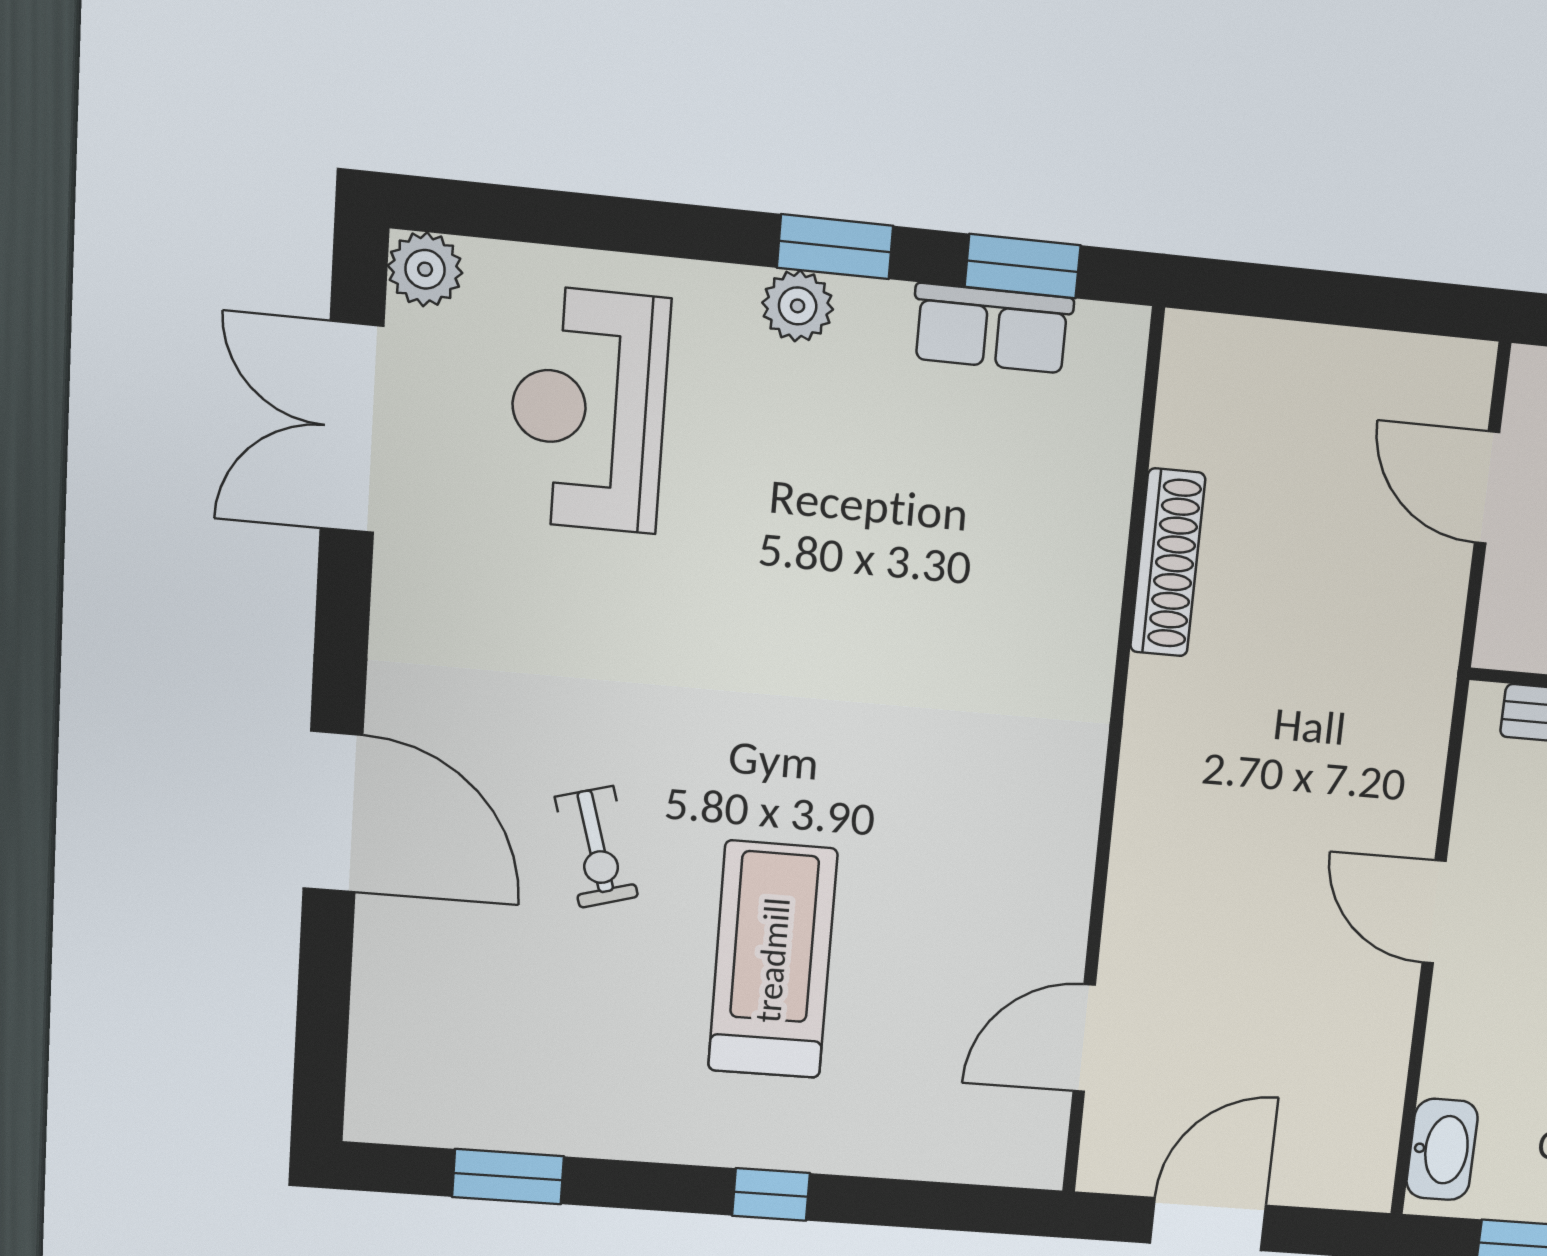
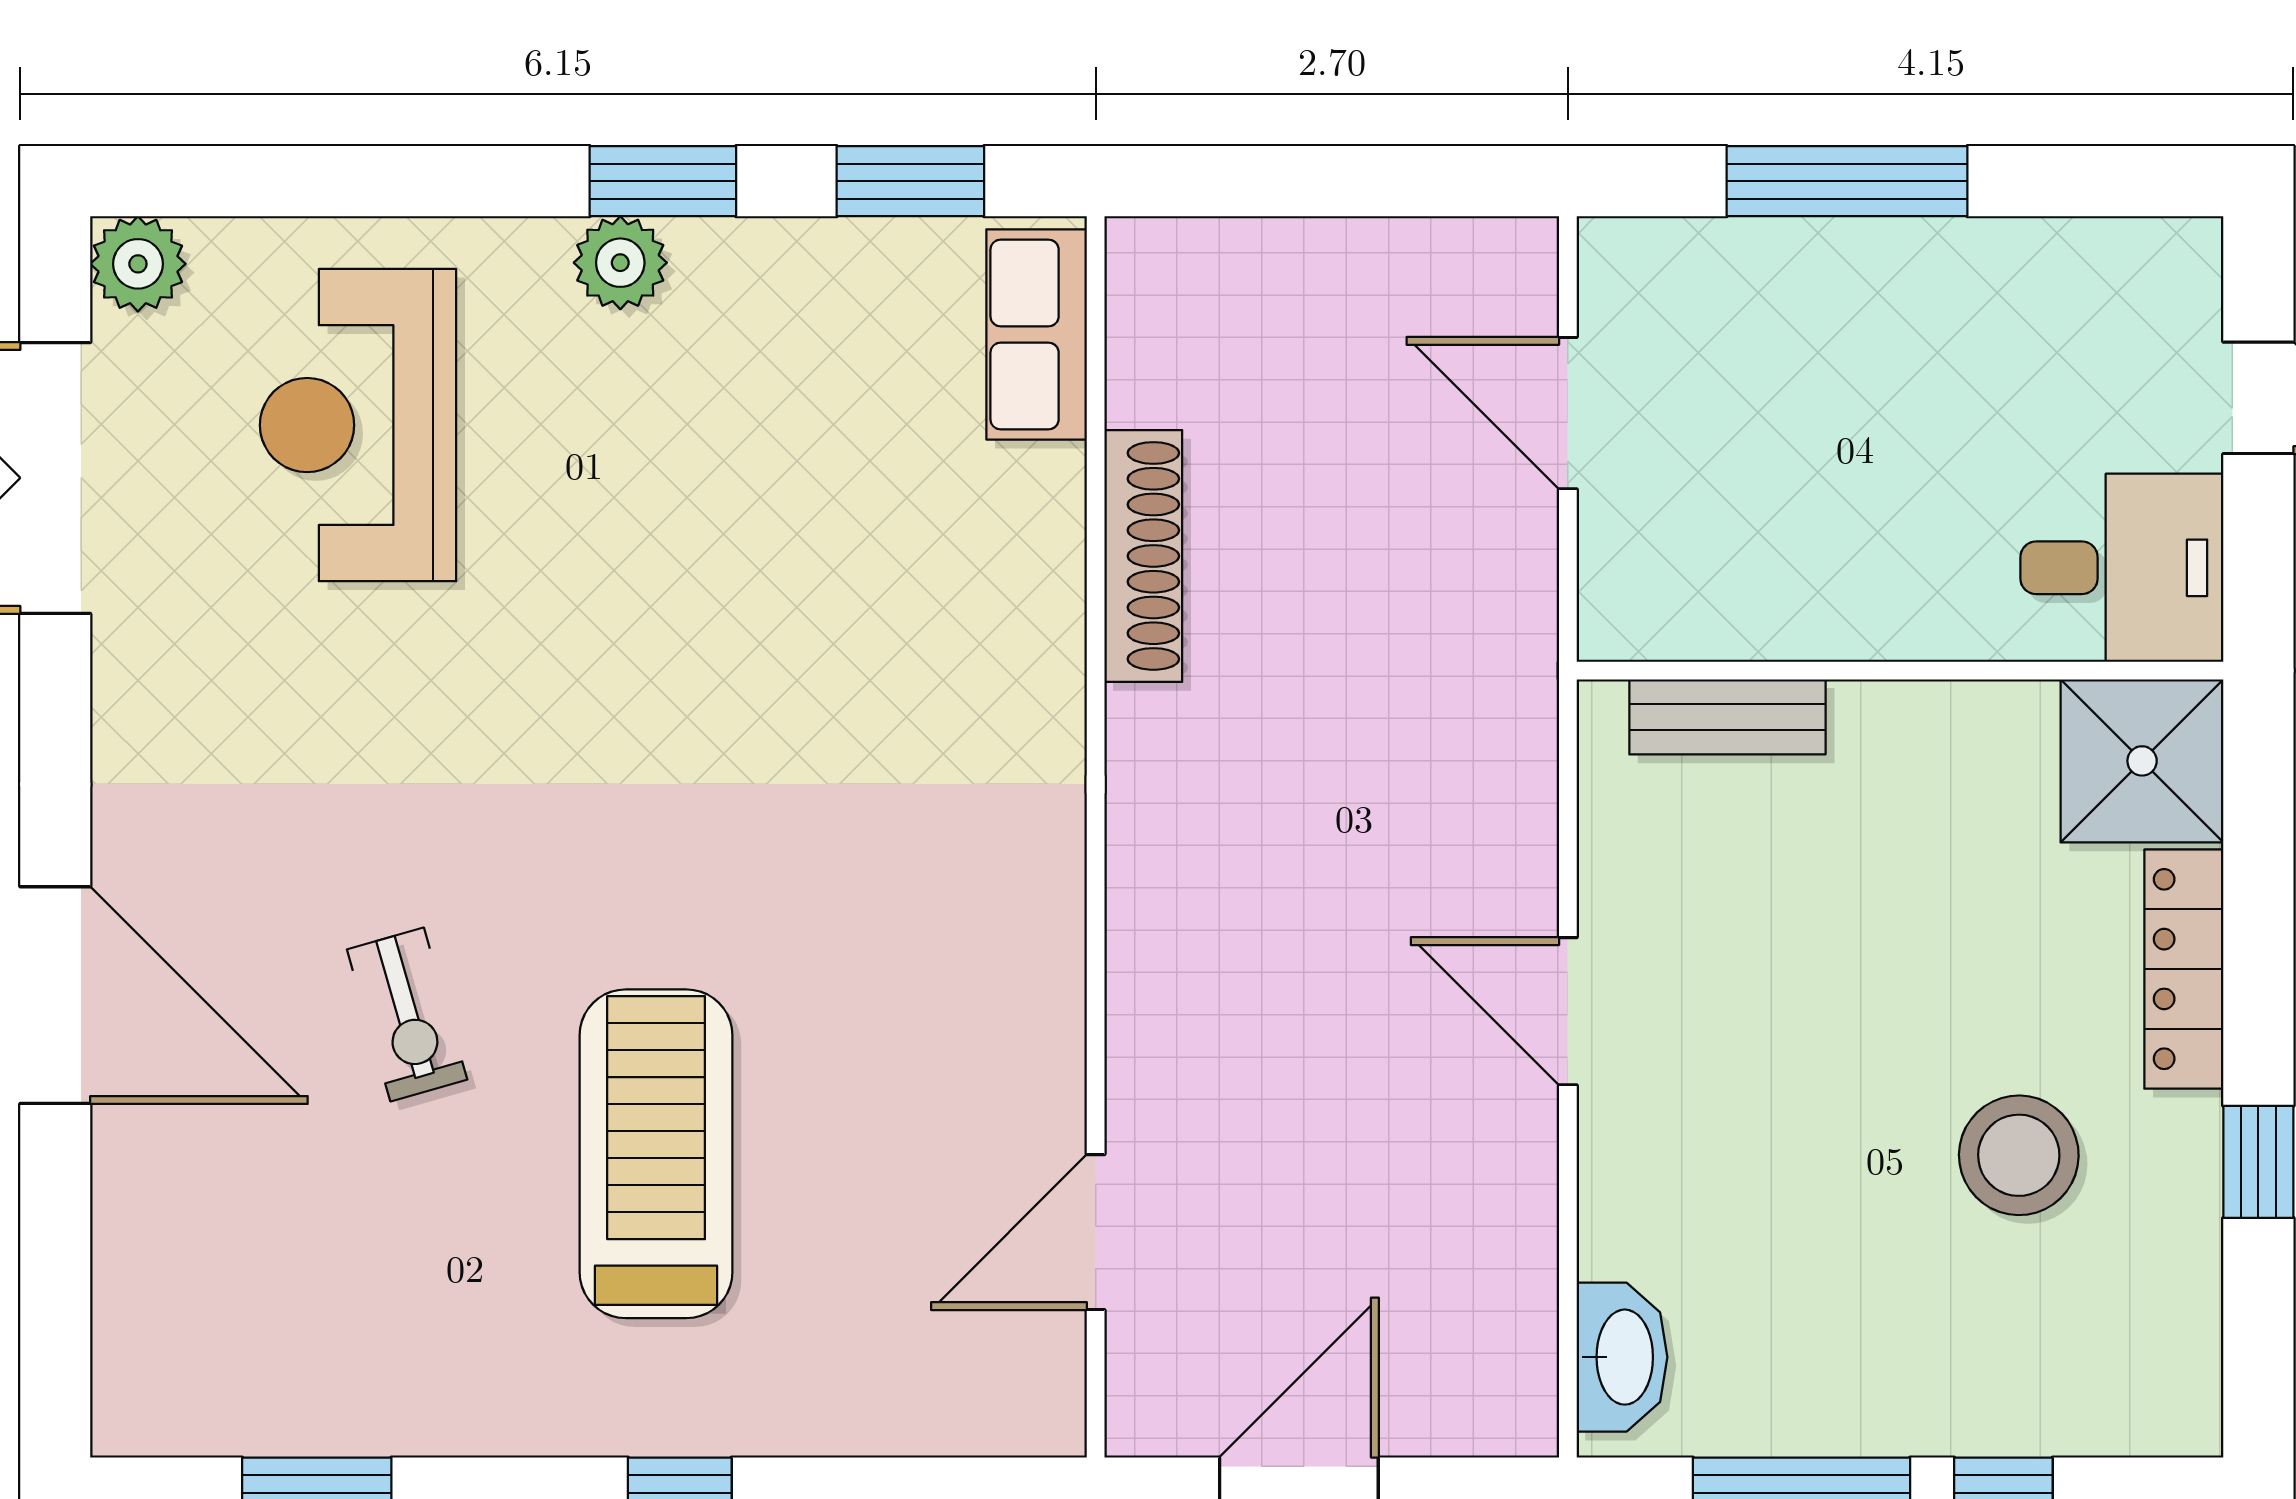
row of seats: (992, 328) -> (1037, 334), moved, turned 90

